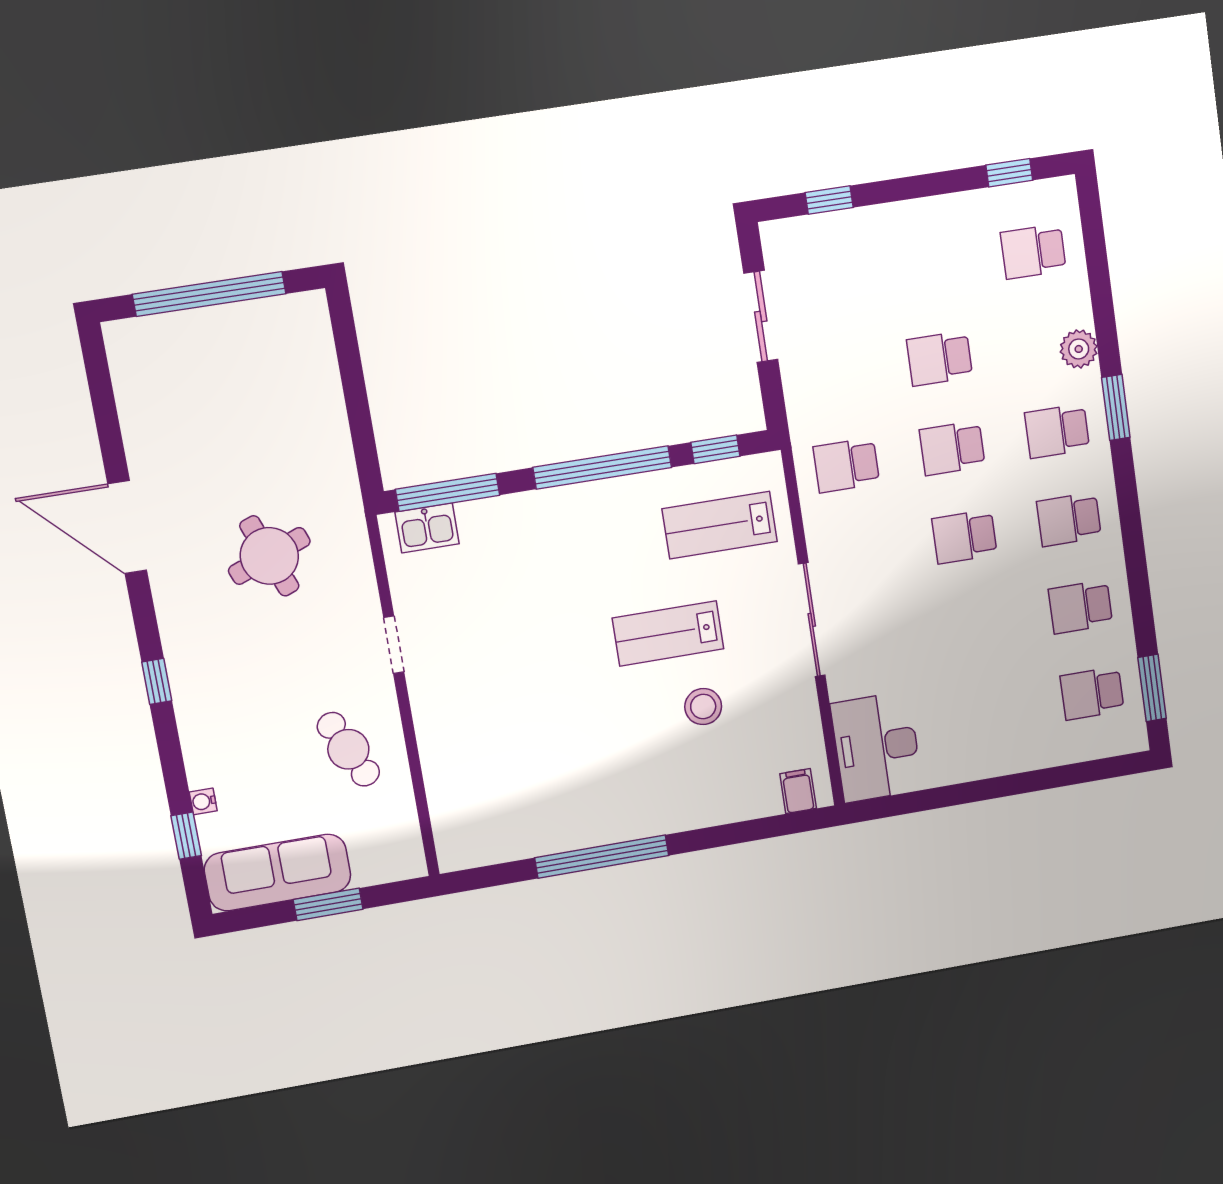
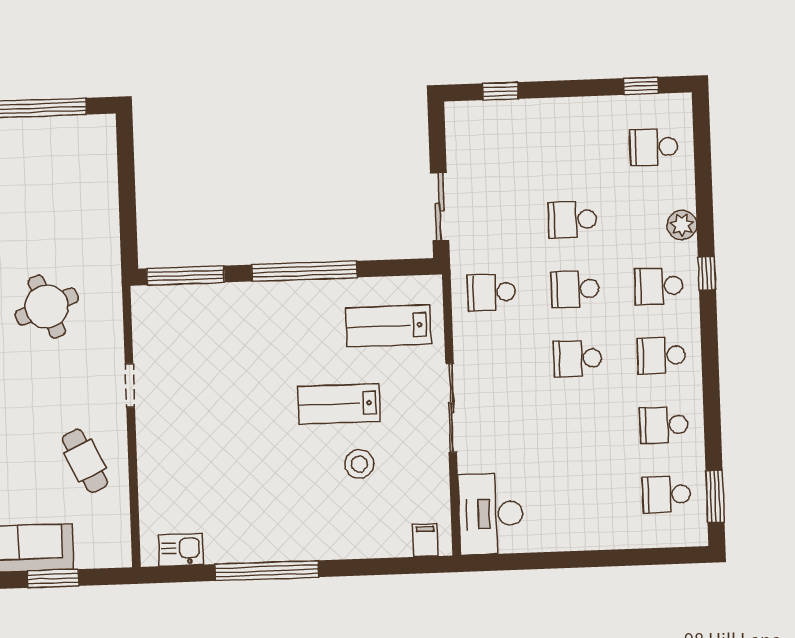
sliding door: (761, 317) -> (440, 207), moved
window: (1116, 407) -> (707, 273), width x0.67
window: (715, 449) -> (392, 268), removed
kitchen sink: (427, 528) -> (181, 550), moved, turned 180

